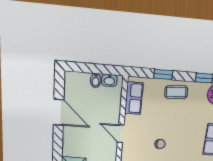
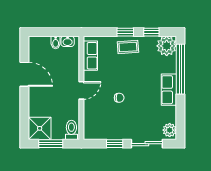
window: (163, 74) -> (125, 32), moved
door: (121, 134) -> (81, 90), swing flipped

